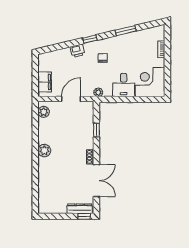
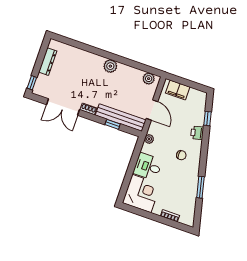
window: (90, 39) -> (207, 119), moved
bench: (88, 125) -> (121, 118), added
dresser: (80, 209) -> (48, 62), moved

